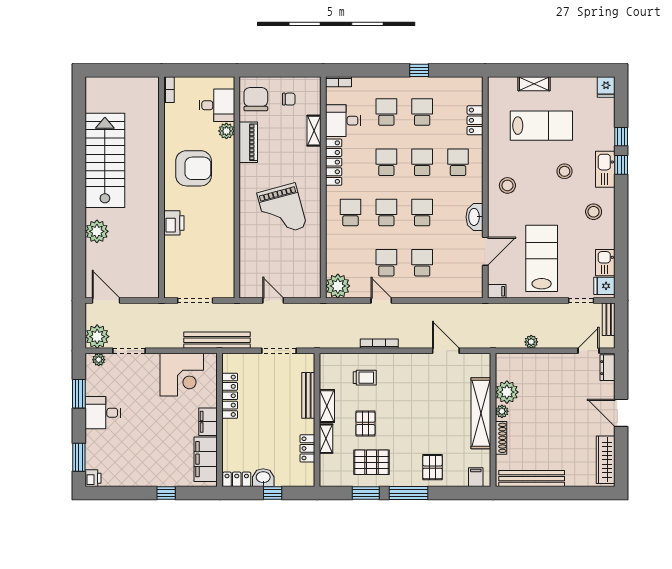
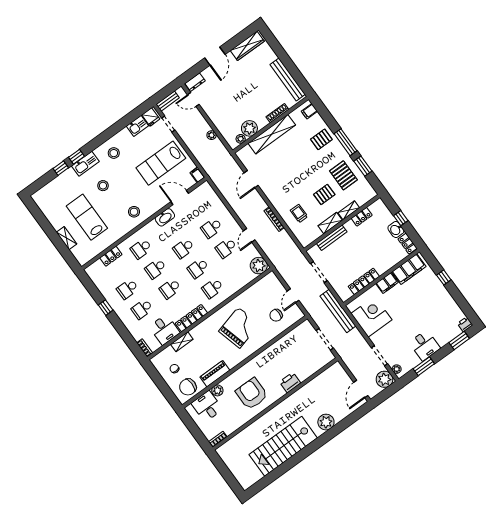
fridge: (606, 87) -> (39, 197), removed
chair: (265, 264) -> (276, 315), added
plant: (502, 411) -> (241, 139), moved

